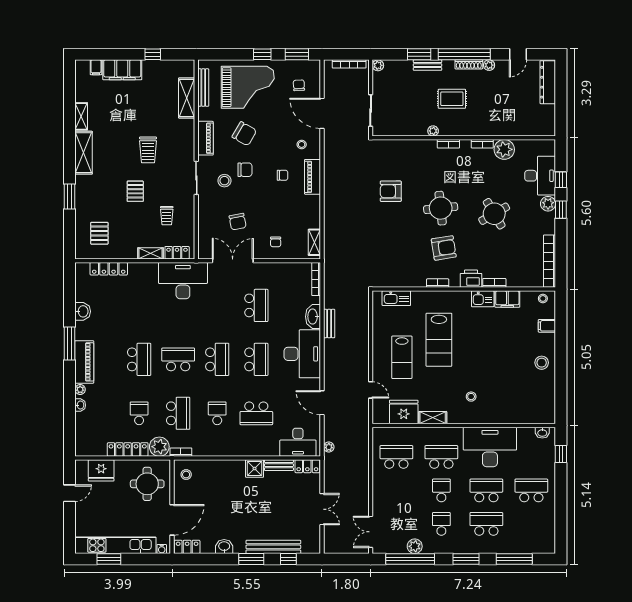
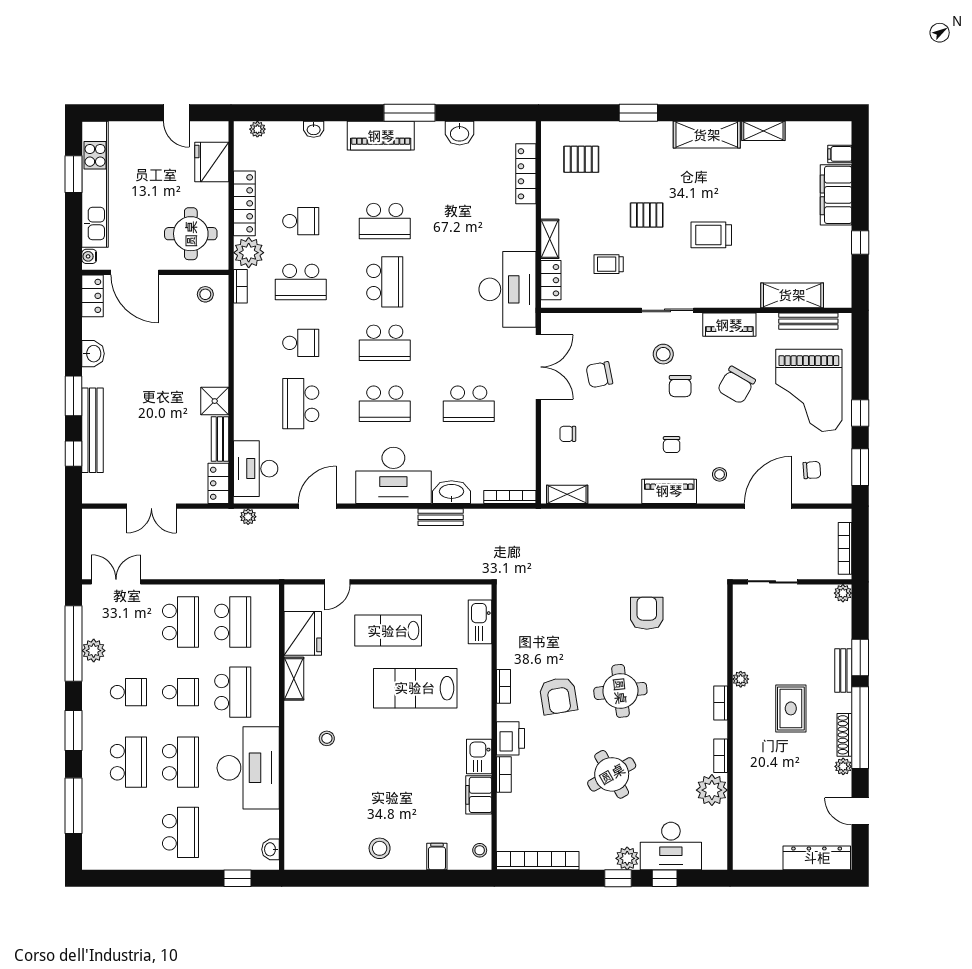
plant: (80, 390) -> (257, 129), moved
school desk: (396, 490) -> (181, 622), added

